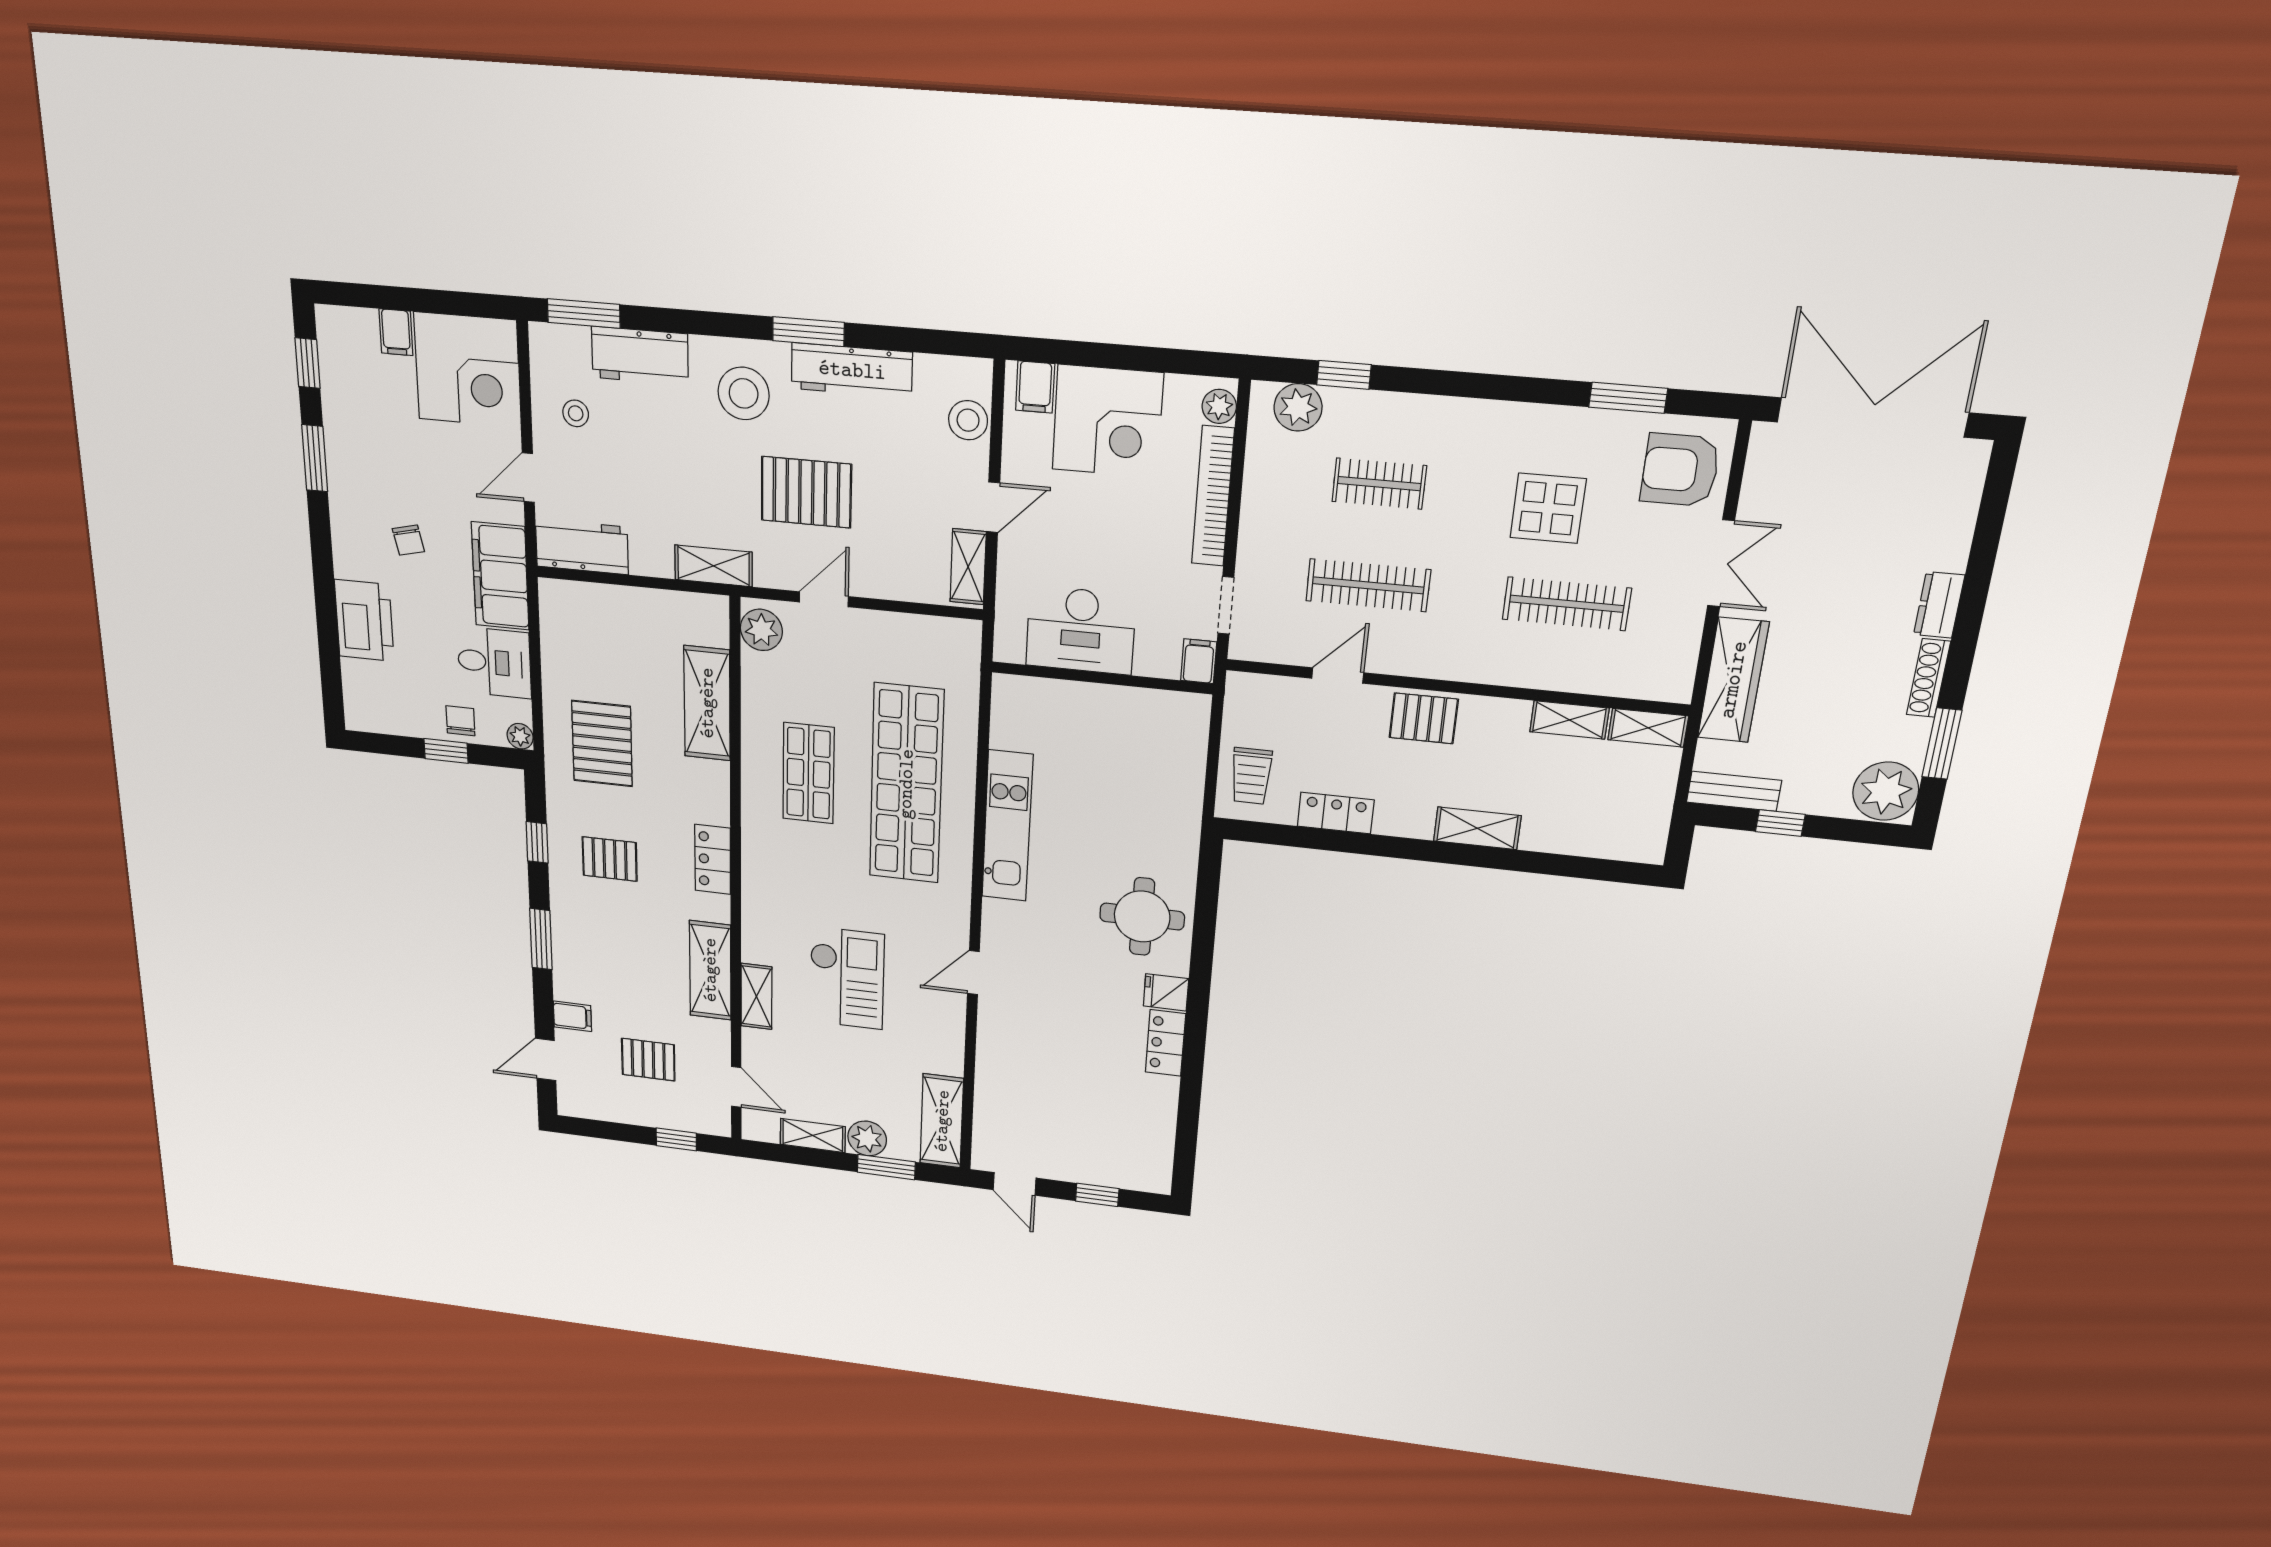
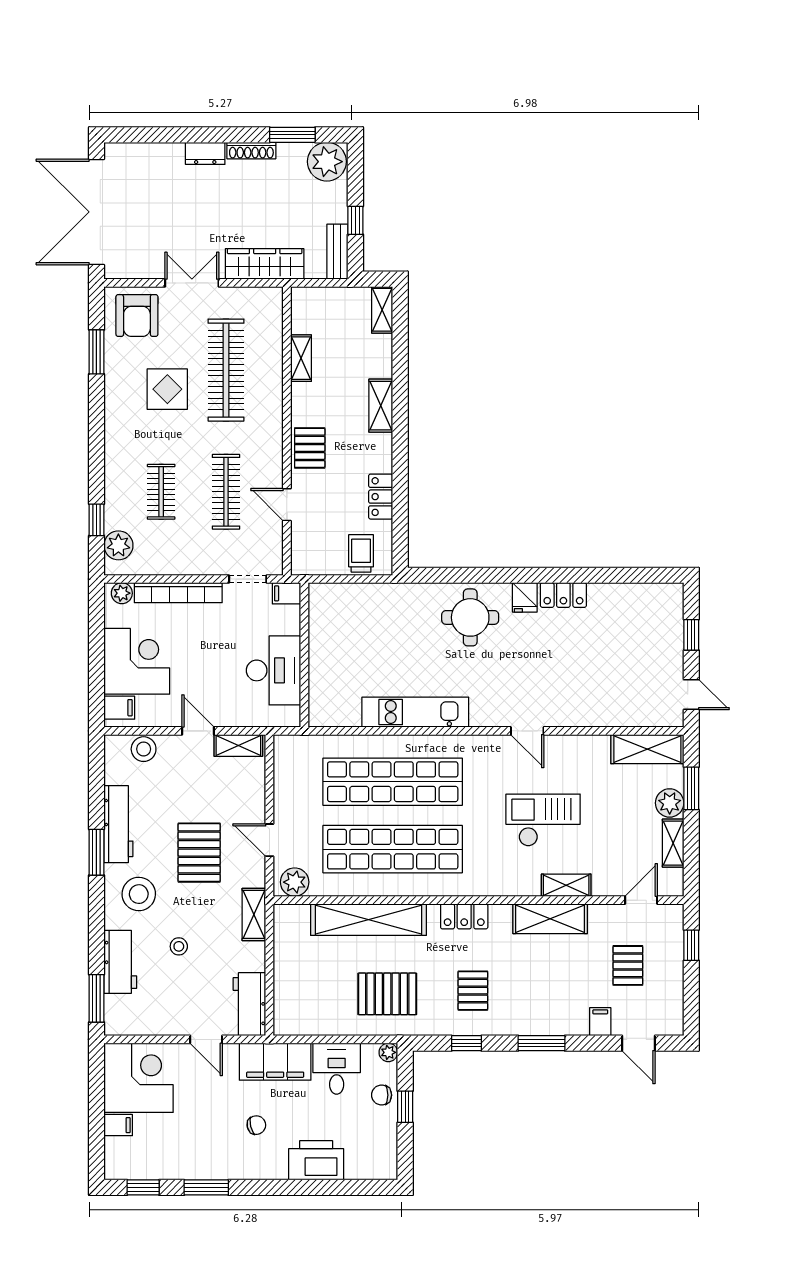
stool: (576, 413) -> (179, 946), moved
clothes rail: (1567, 604) -> (226, 370), width x1.37, depth x1.31
shelving: (707, 703) -> (369, 920), width x1.47
shelving: (1648, 728) -> (382, 310), moved
shop shelf: (808, 773) -> (393, 849), width x2.00, depth x1.36
trolley: (1251, 776) -> (361, 553), turned -90
door: (1015, 1184) -> (691, 695), hinge flipped

